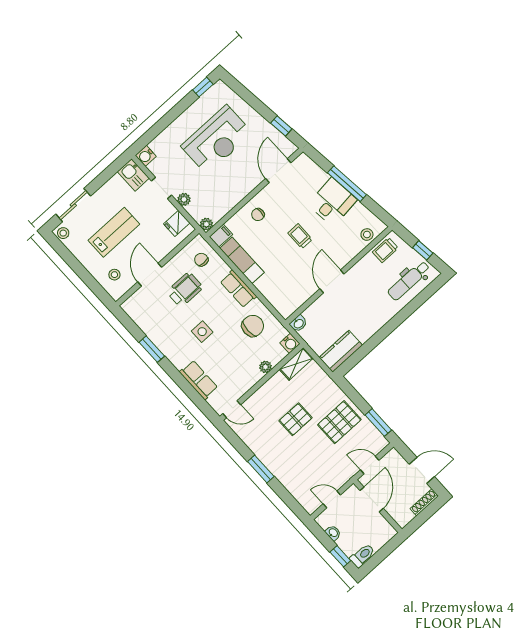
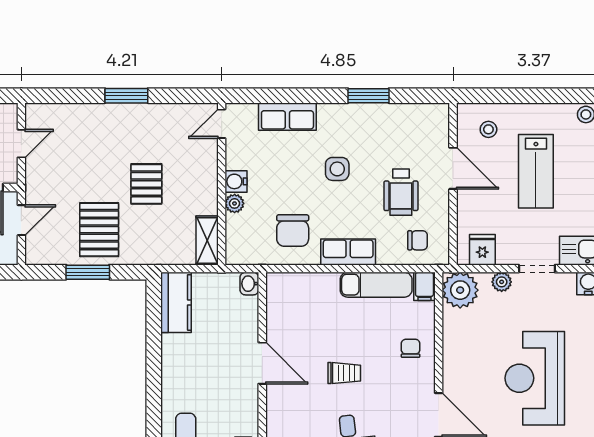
plant: (206, 224) -> (460, 290), width x1.88, depth x1.88
water cooler: (290, 343) -> (236, 181), moved
window: (378, 423) -> (88, 272), moved

